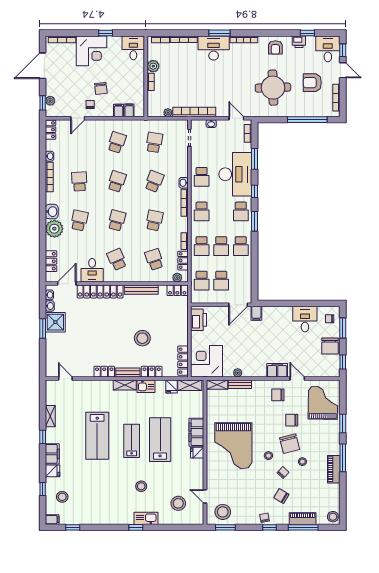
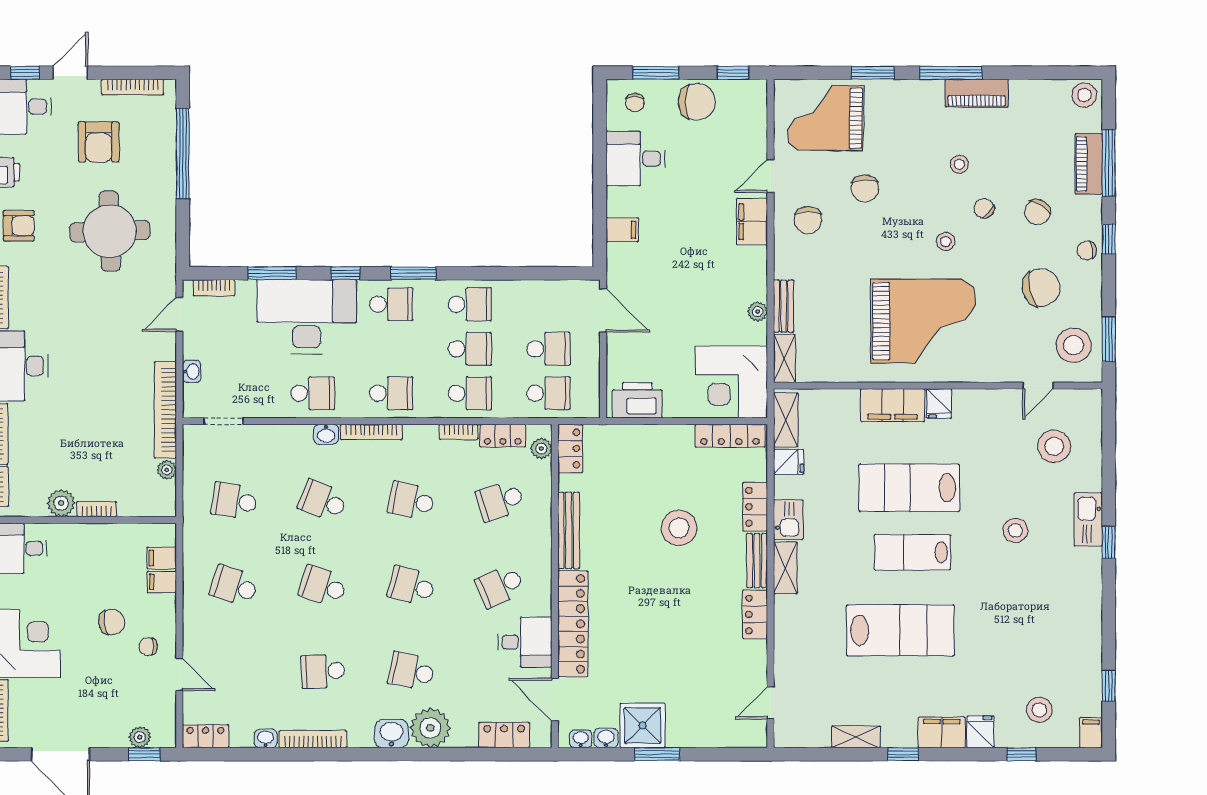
filing cabinet: (256, 313) -> (622, 230), moved
chair: (290, 444) -> (1041, 288), moved

